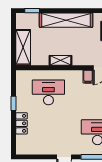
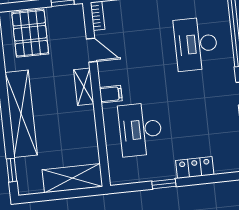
shelving: (60, 60) -> (84, 87), moved
filing cabinet: (88, 77) -> (111, 94), moved

